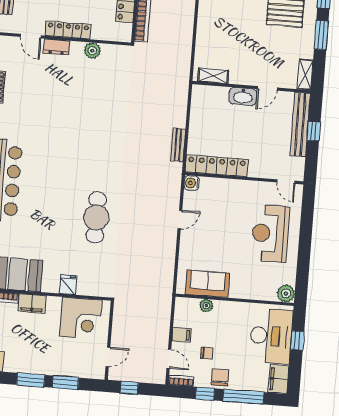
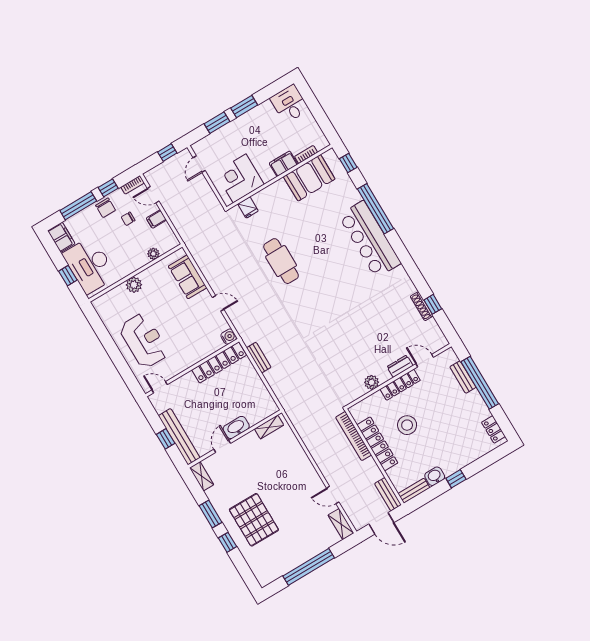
door: (180, 219) -> (218, 303), swing flipped
sofa: (208, 284) -> (188, 277), moved, turned 90
fridge: (68, 285) -> (248, 207), moved
plant: (286, 293) -> (134, 285), moved

